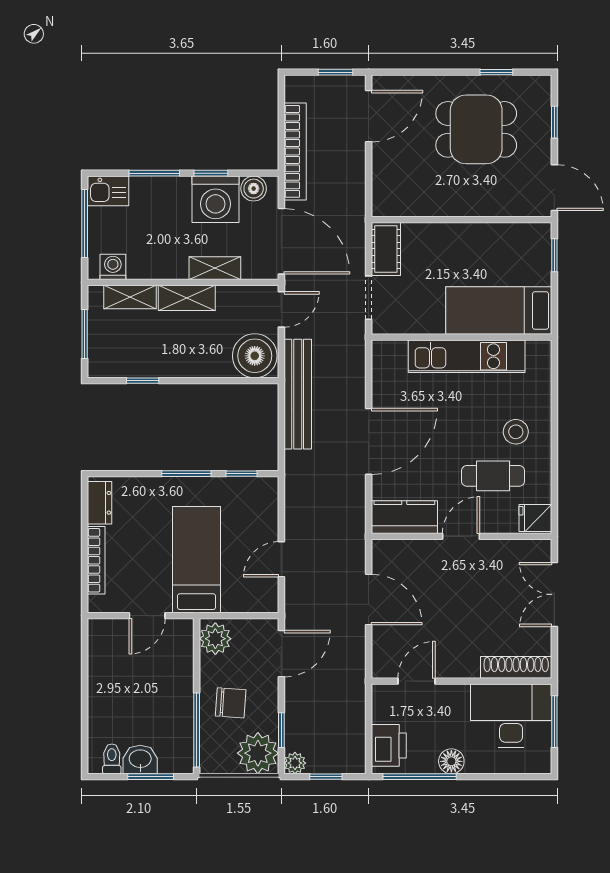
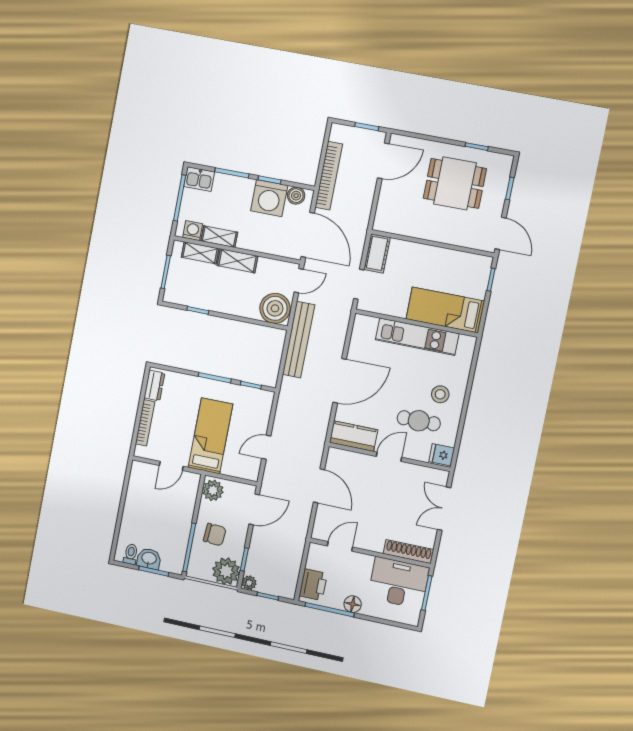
shelving: (215, 268) -> (219, 237), moved

